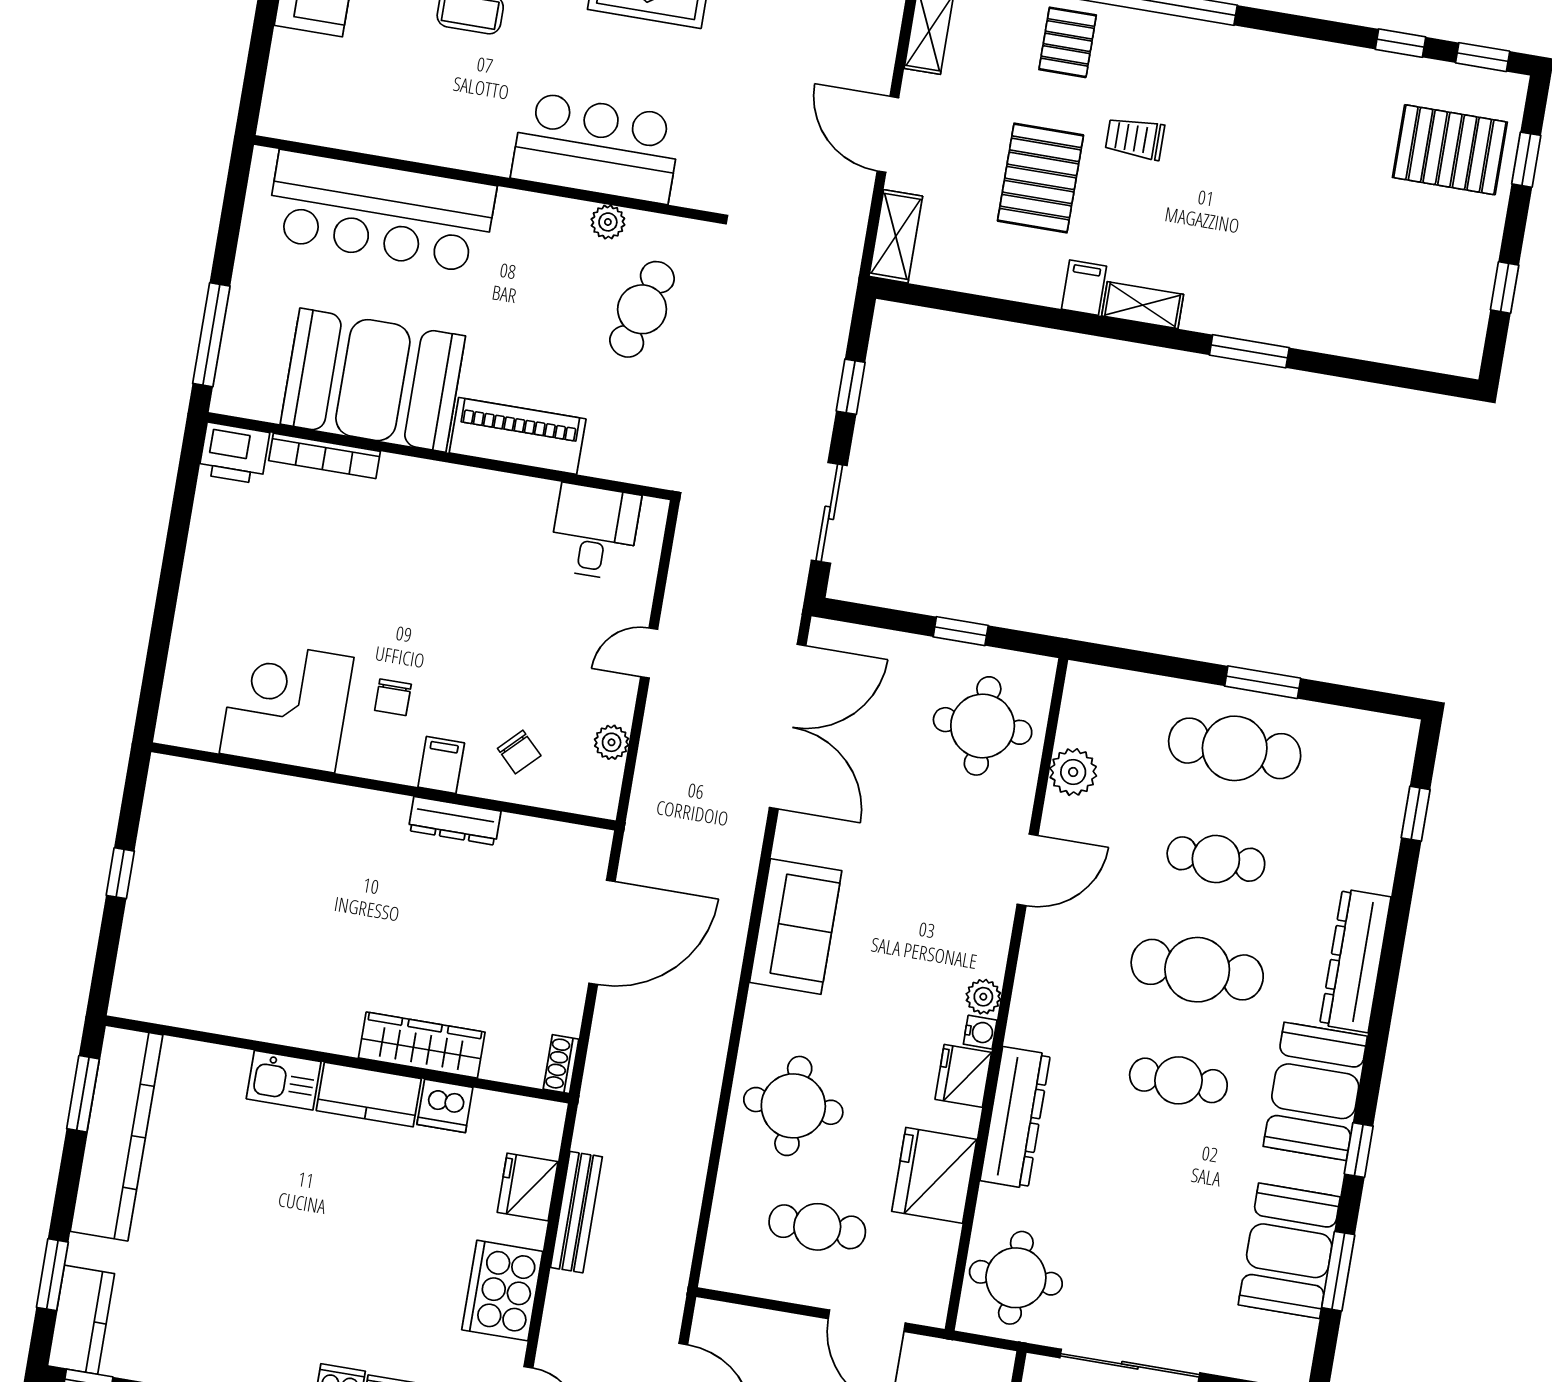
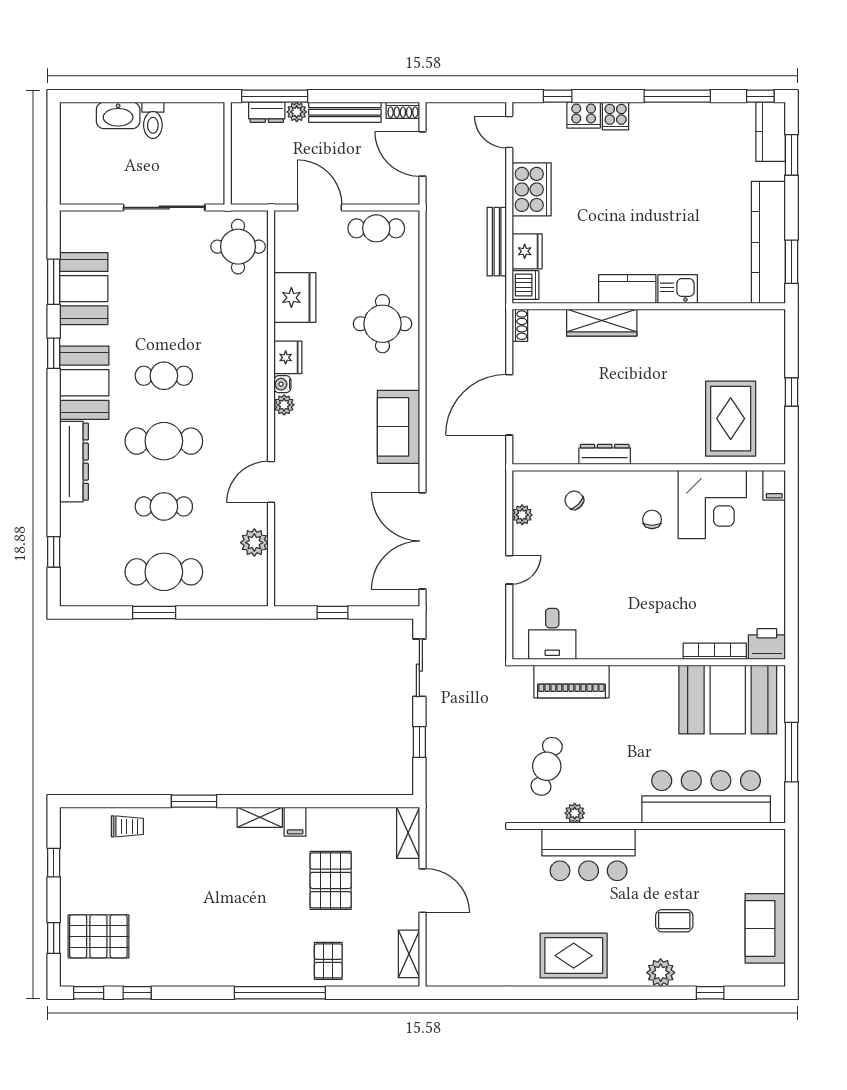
trolley: (1135, 138) -> (127, 826), moved
window: (211, 335) -> (791, 752), moved
booth: (373, 380) -> (728, 700), moved
piano: (518, 436) -> (571, 682), moved
round table: (983, 726) -> (311, 560), removed
filing cabinet: (441, 765) -> (774, 485), moved
rug: (231, 845) -> (731, 419), added
dishwasher: (445, 1106) -> (525, 285), moved, turned 90
dresser: (1015, 1118) -> (254, 339), removed
cafe table: (817, 1227) -> (376, 228), moved

